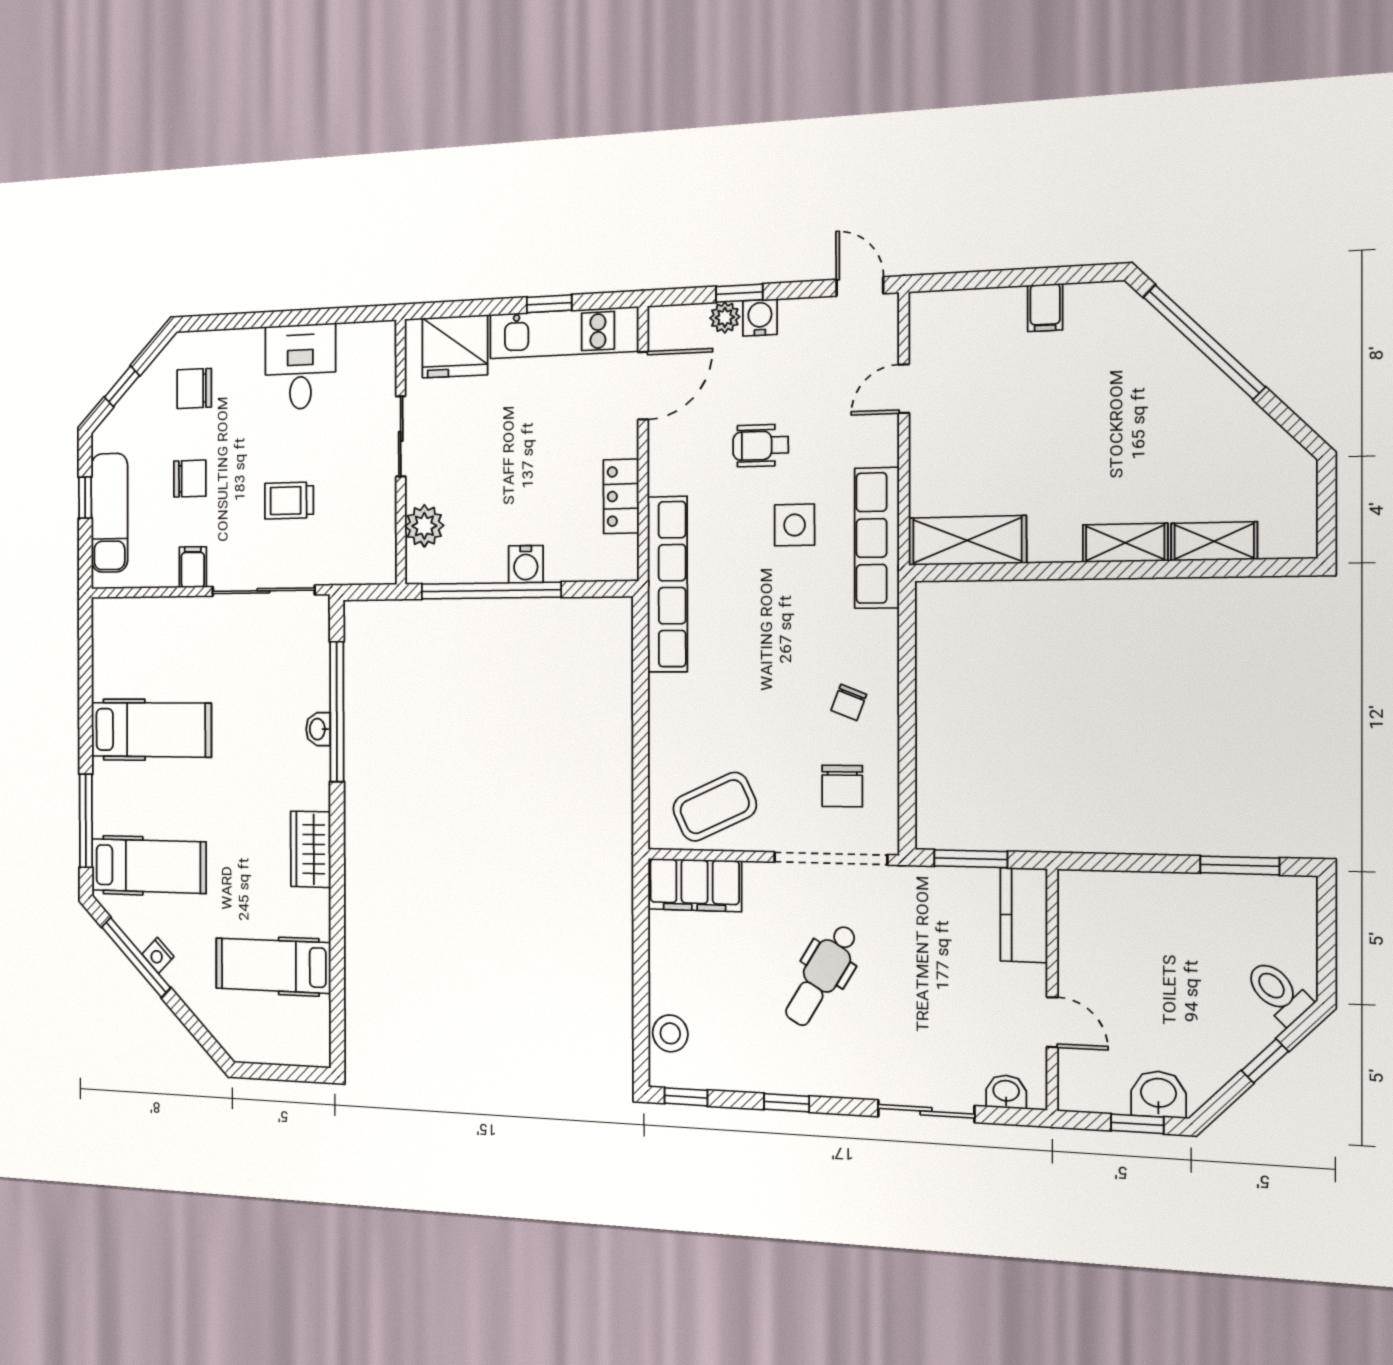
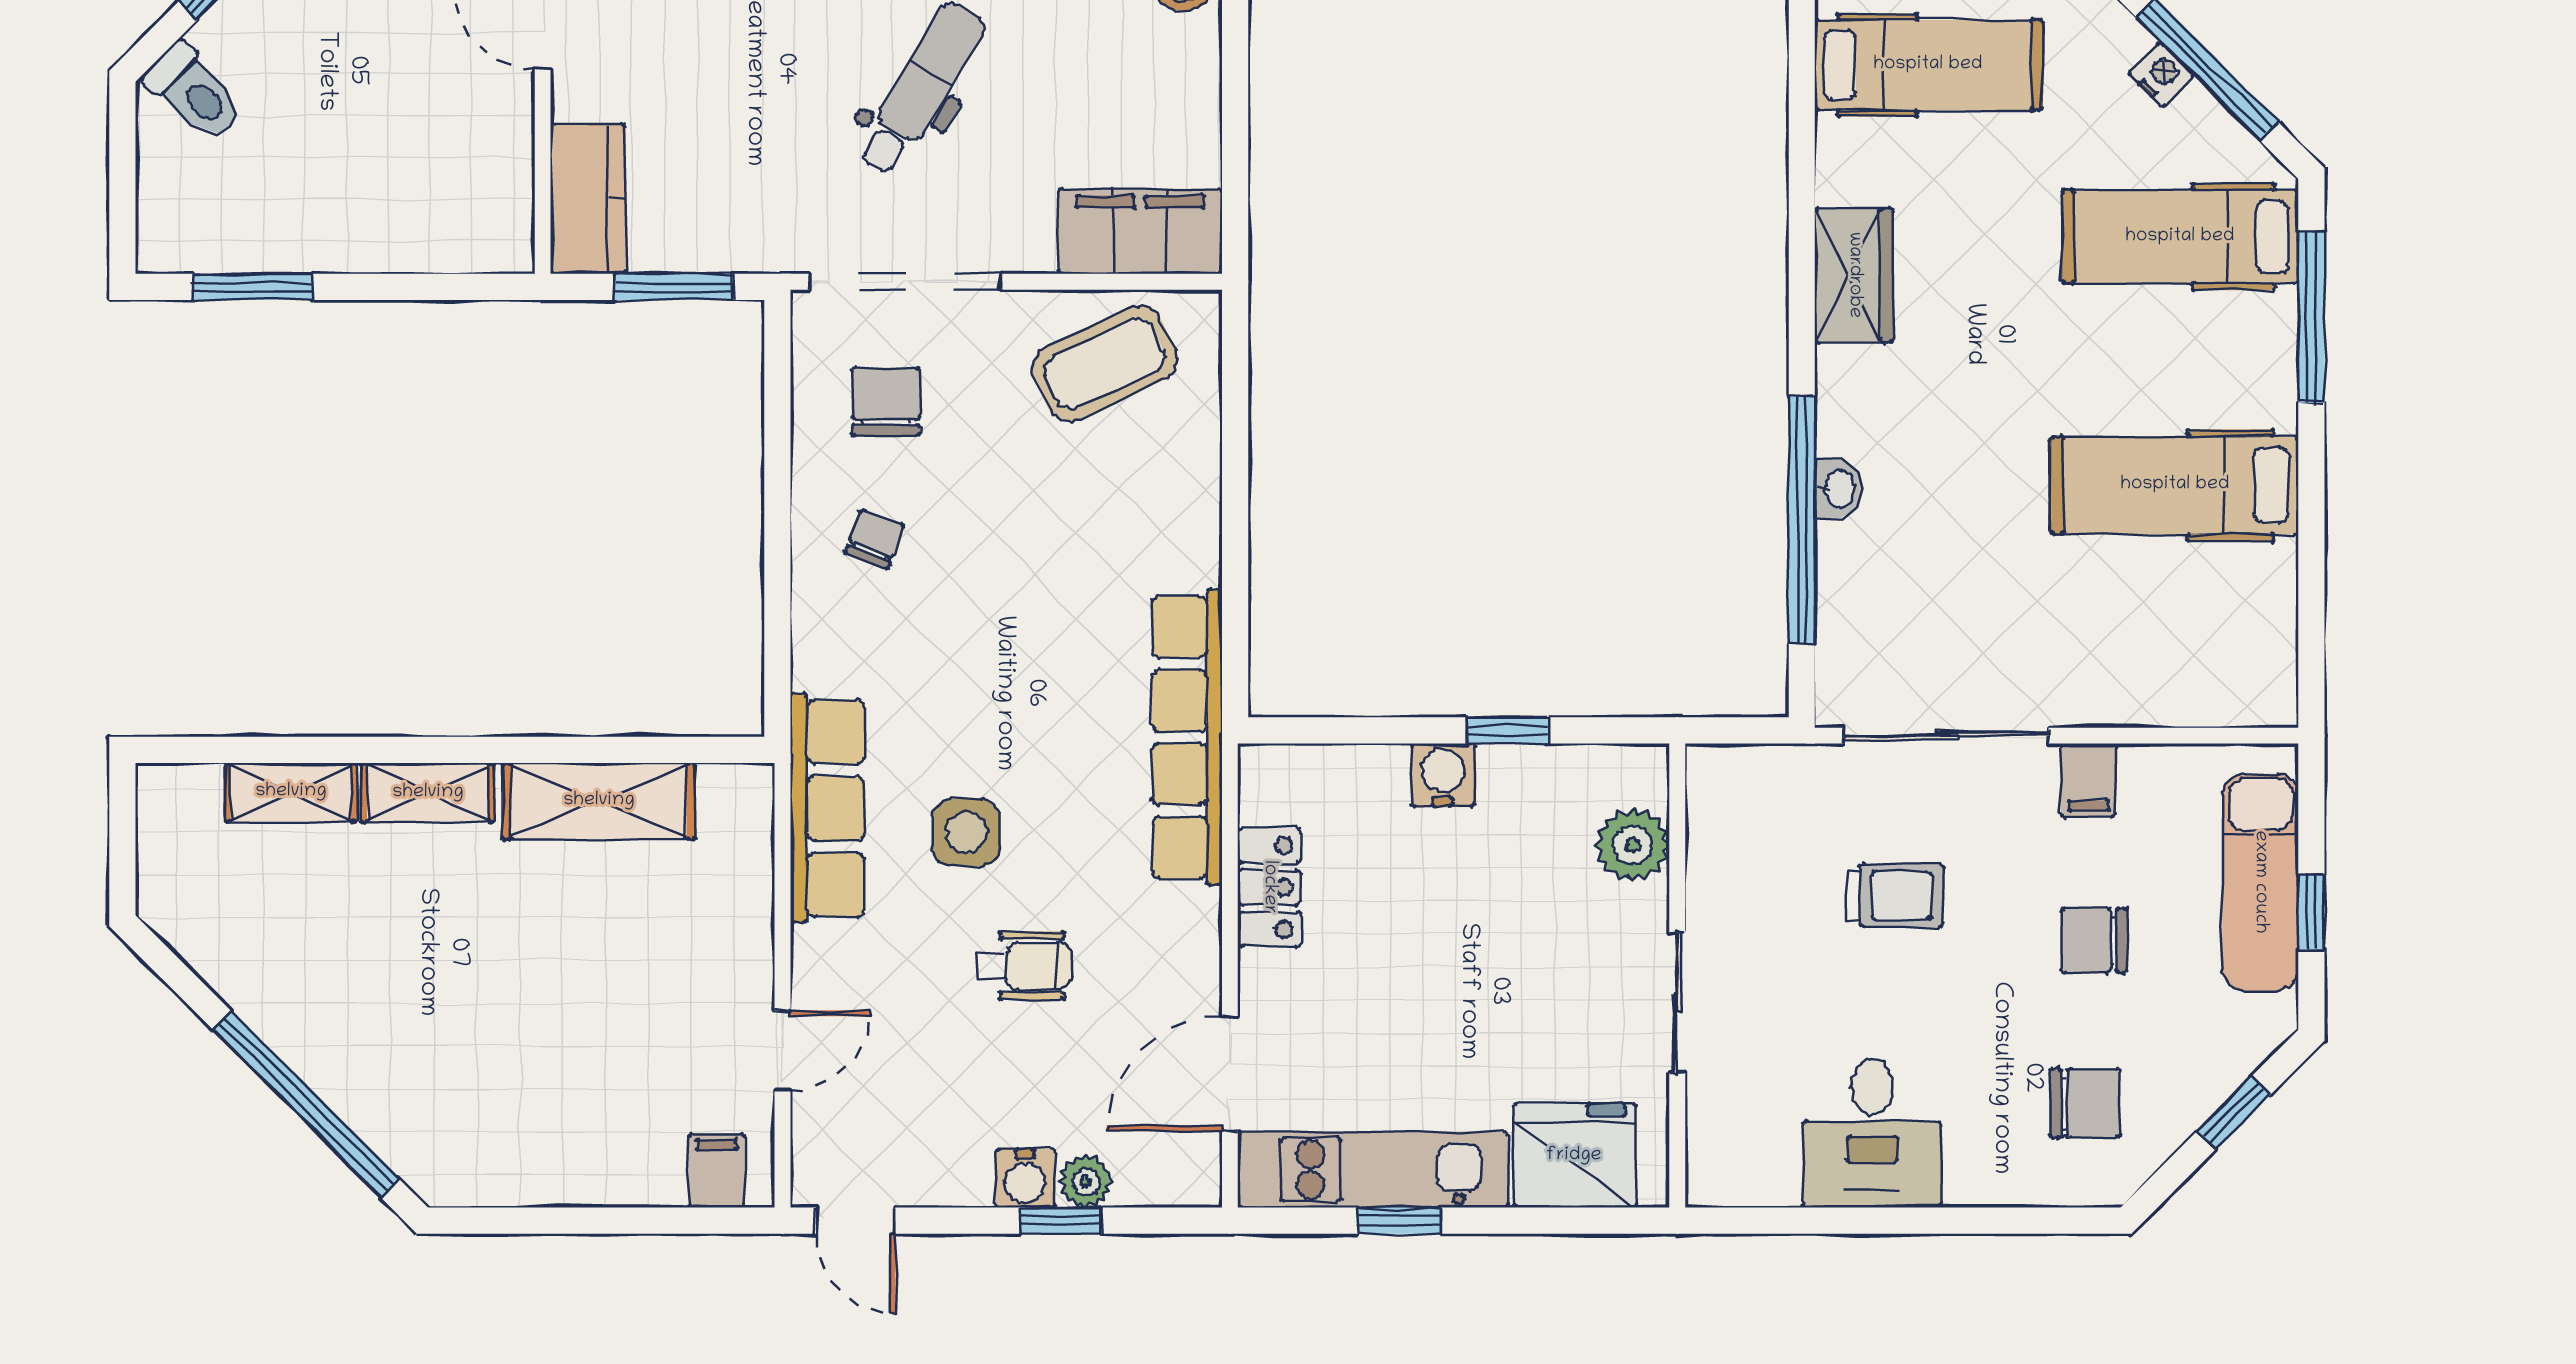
filing cabinet: (1045, 308) -> (717, 1171), moved
shelving: (967, 540) -> (599, 801), moved
window: (491, 591) -> (1508, 730), width x0.32

